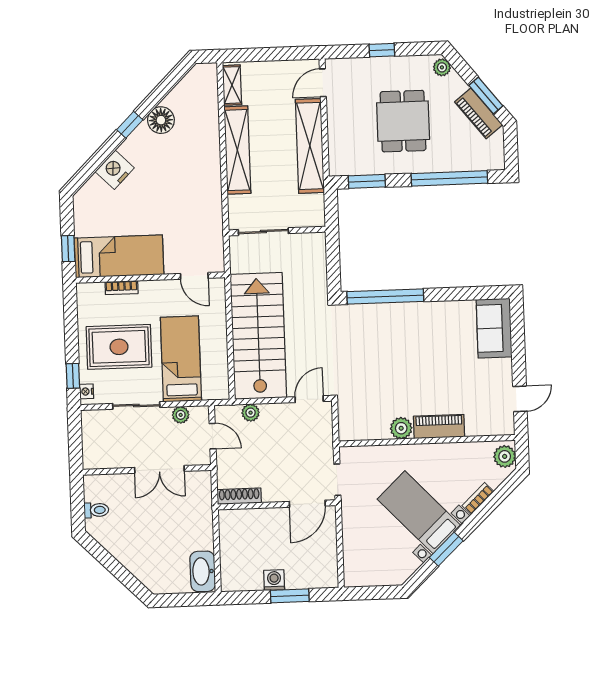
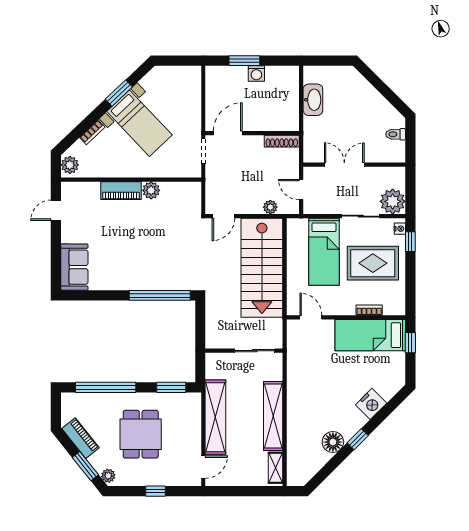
window: (486, 96) -> (85, 466), moved
plant: (181, 415) -> (393, 201), moved, width x1.88, depth x1.88
washbasin: (203, 571) -> (313, 100), moved

